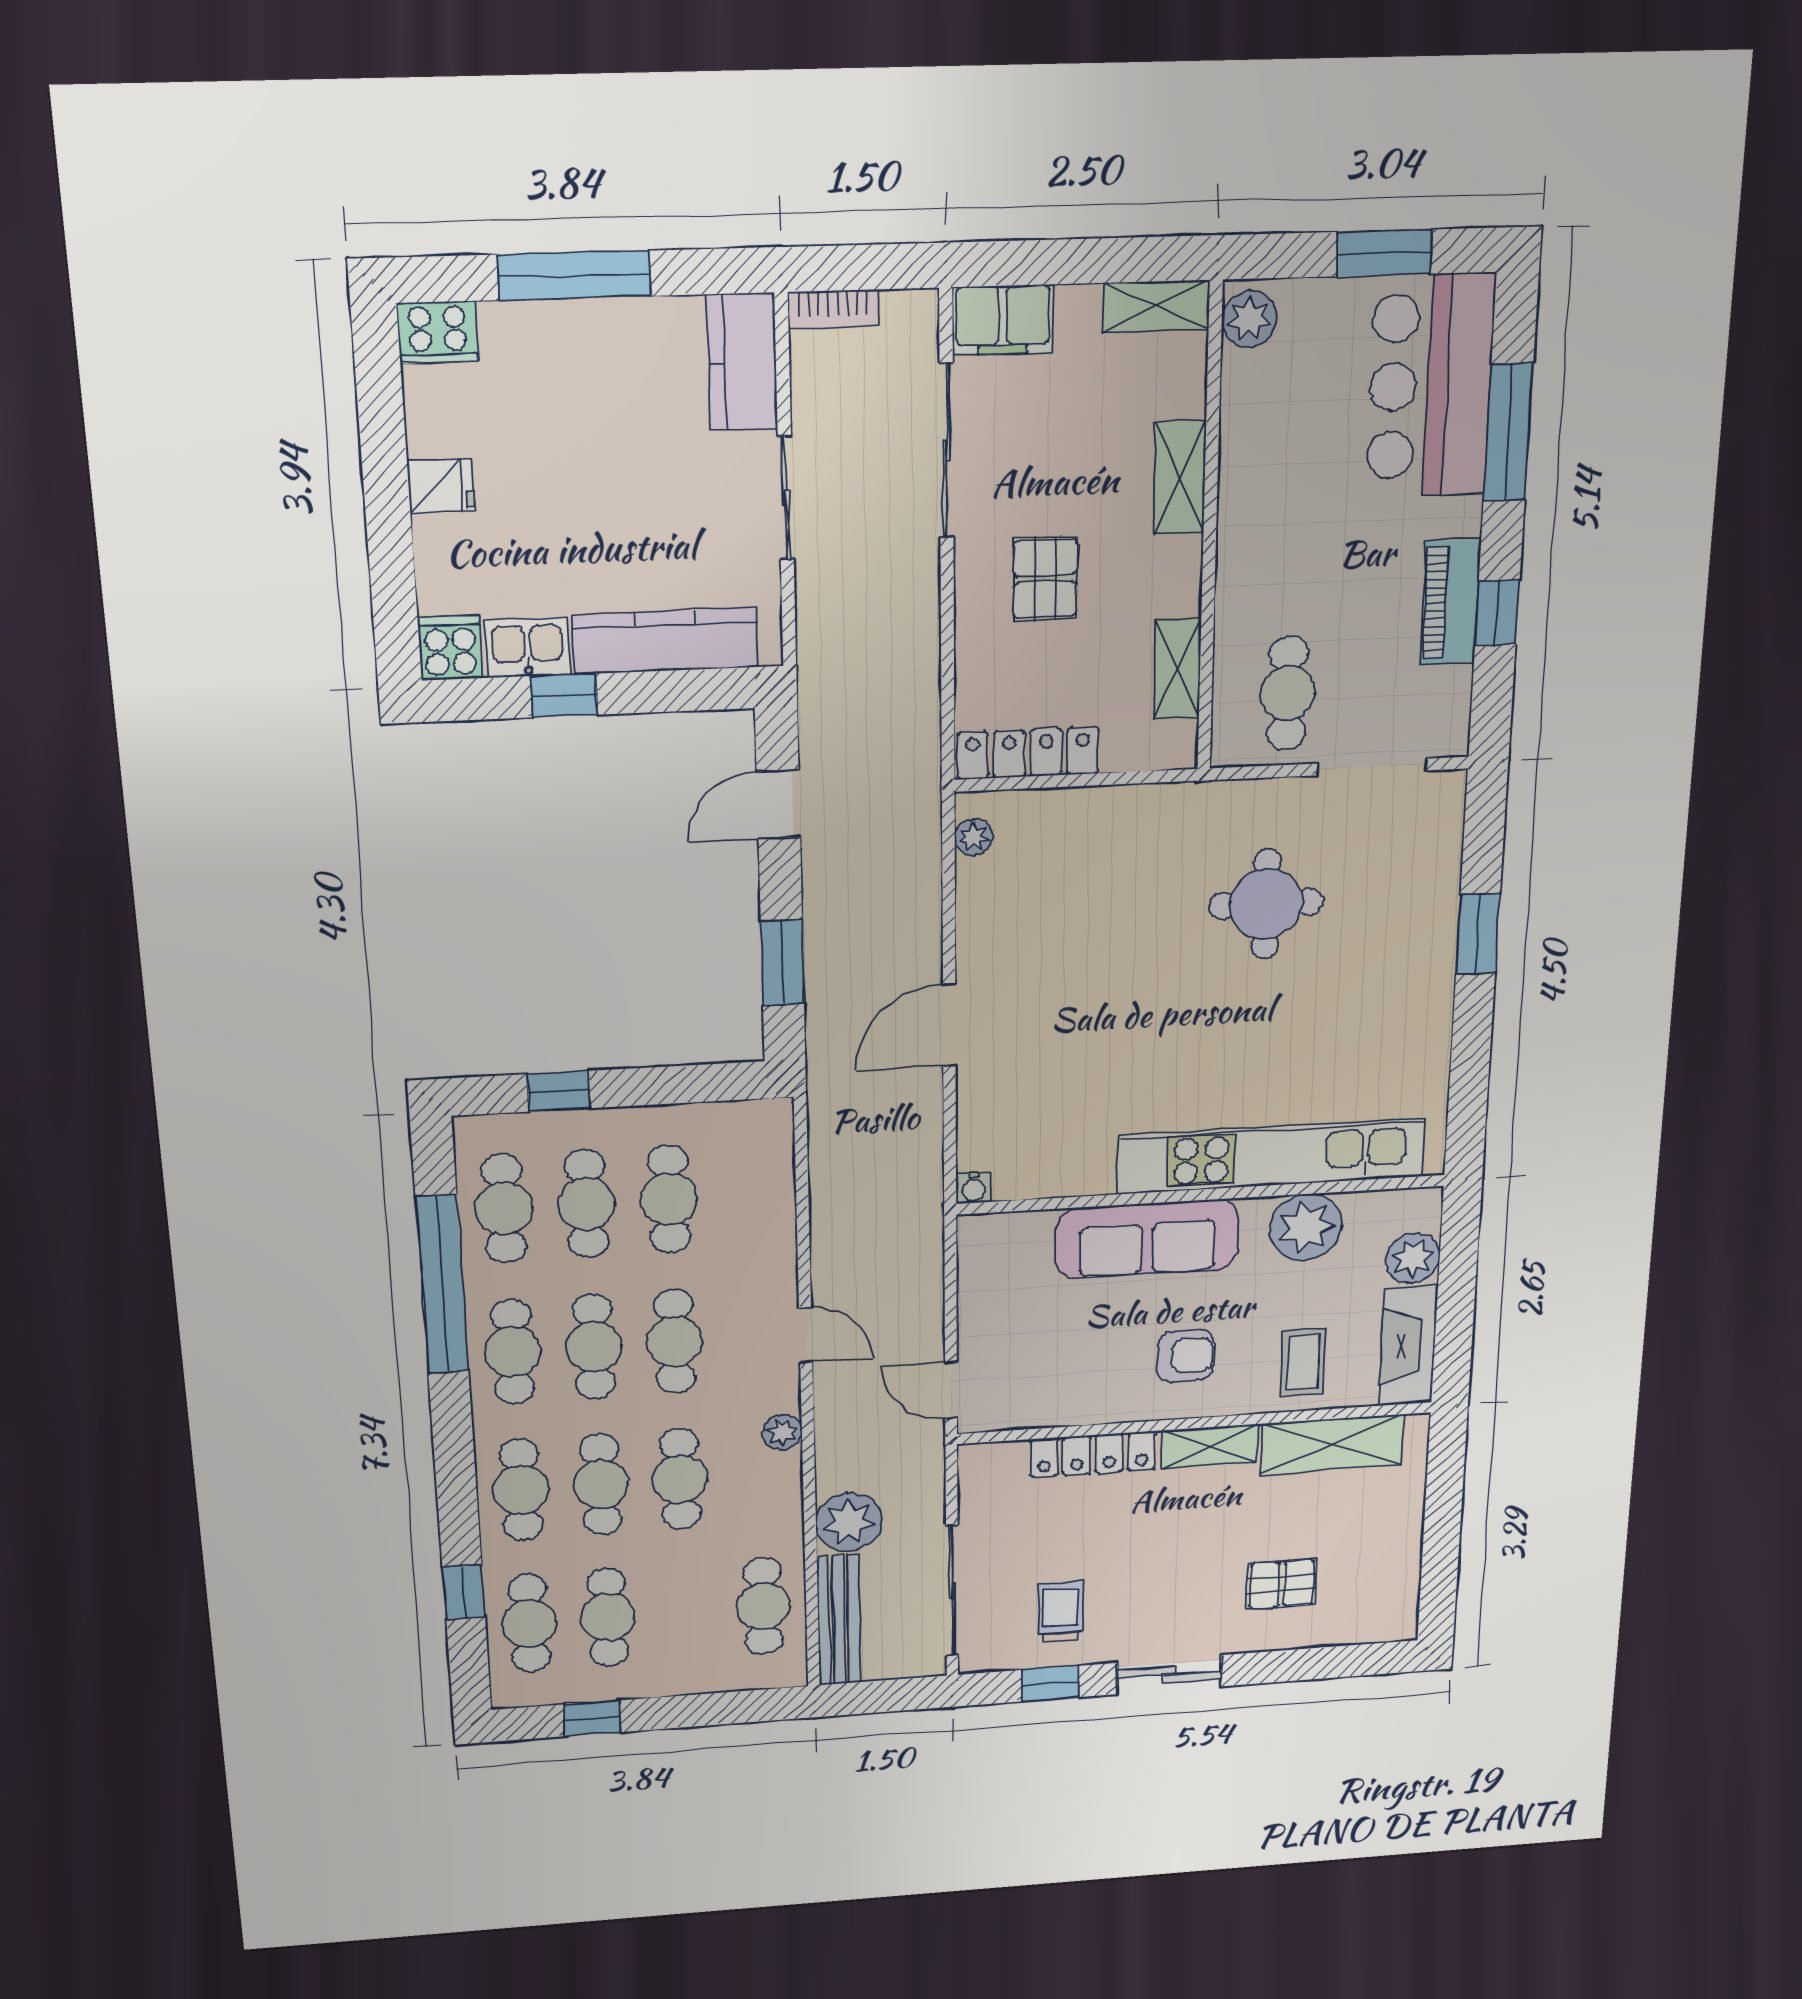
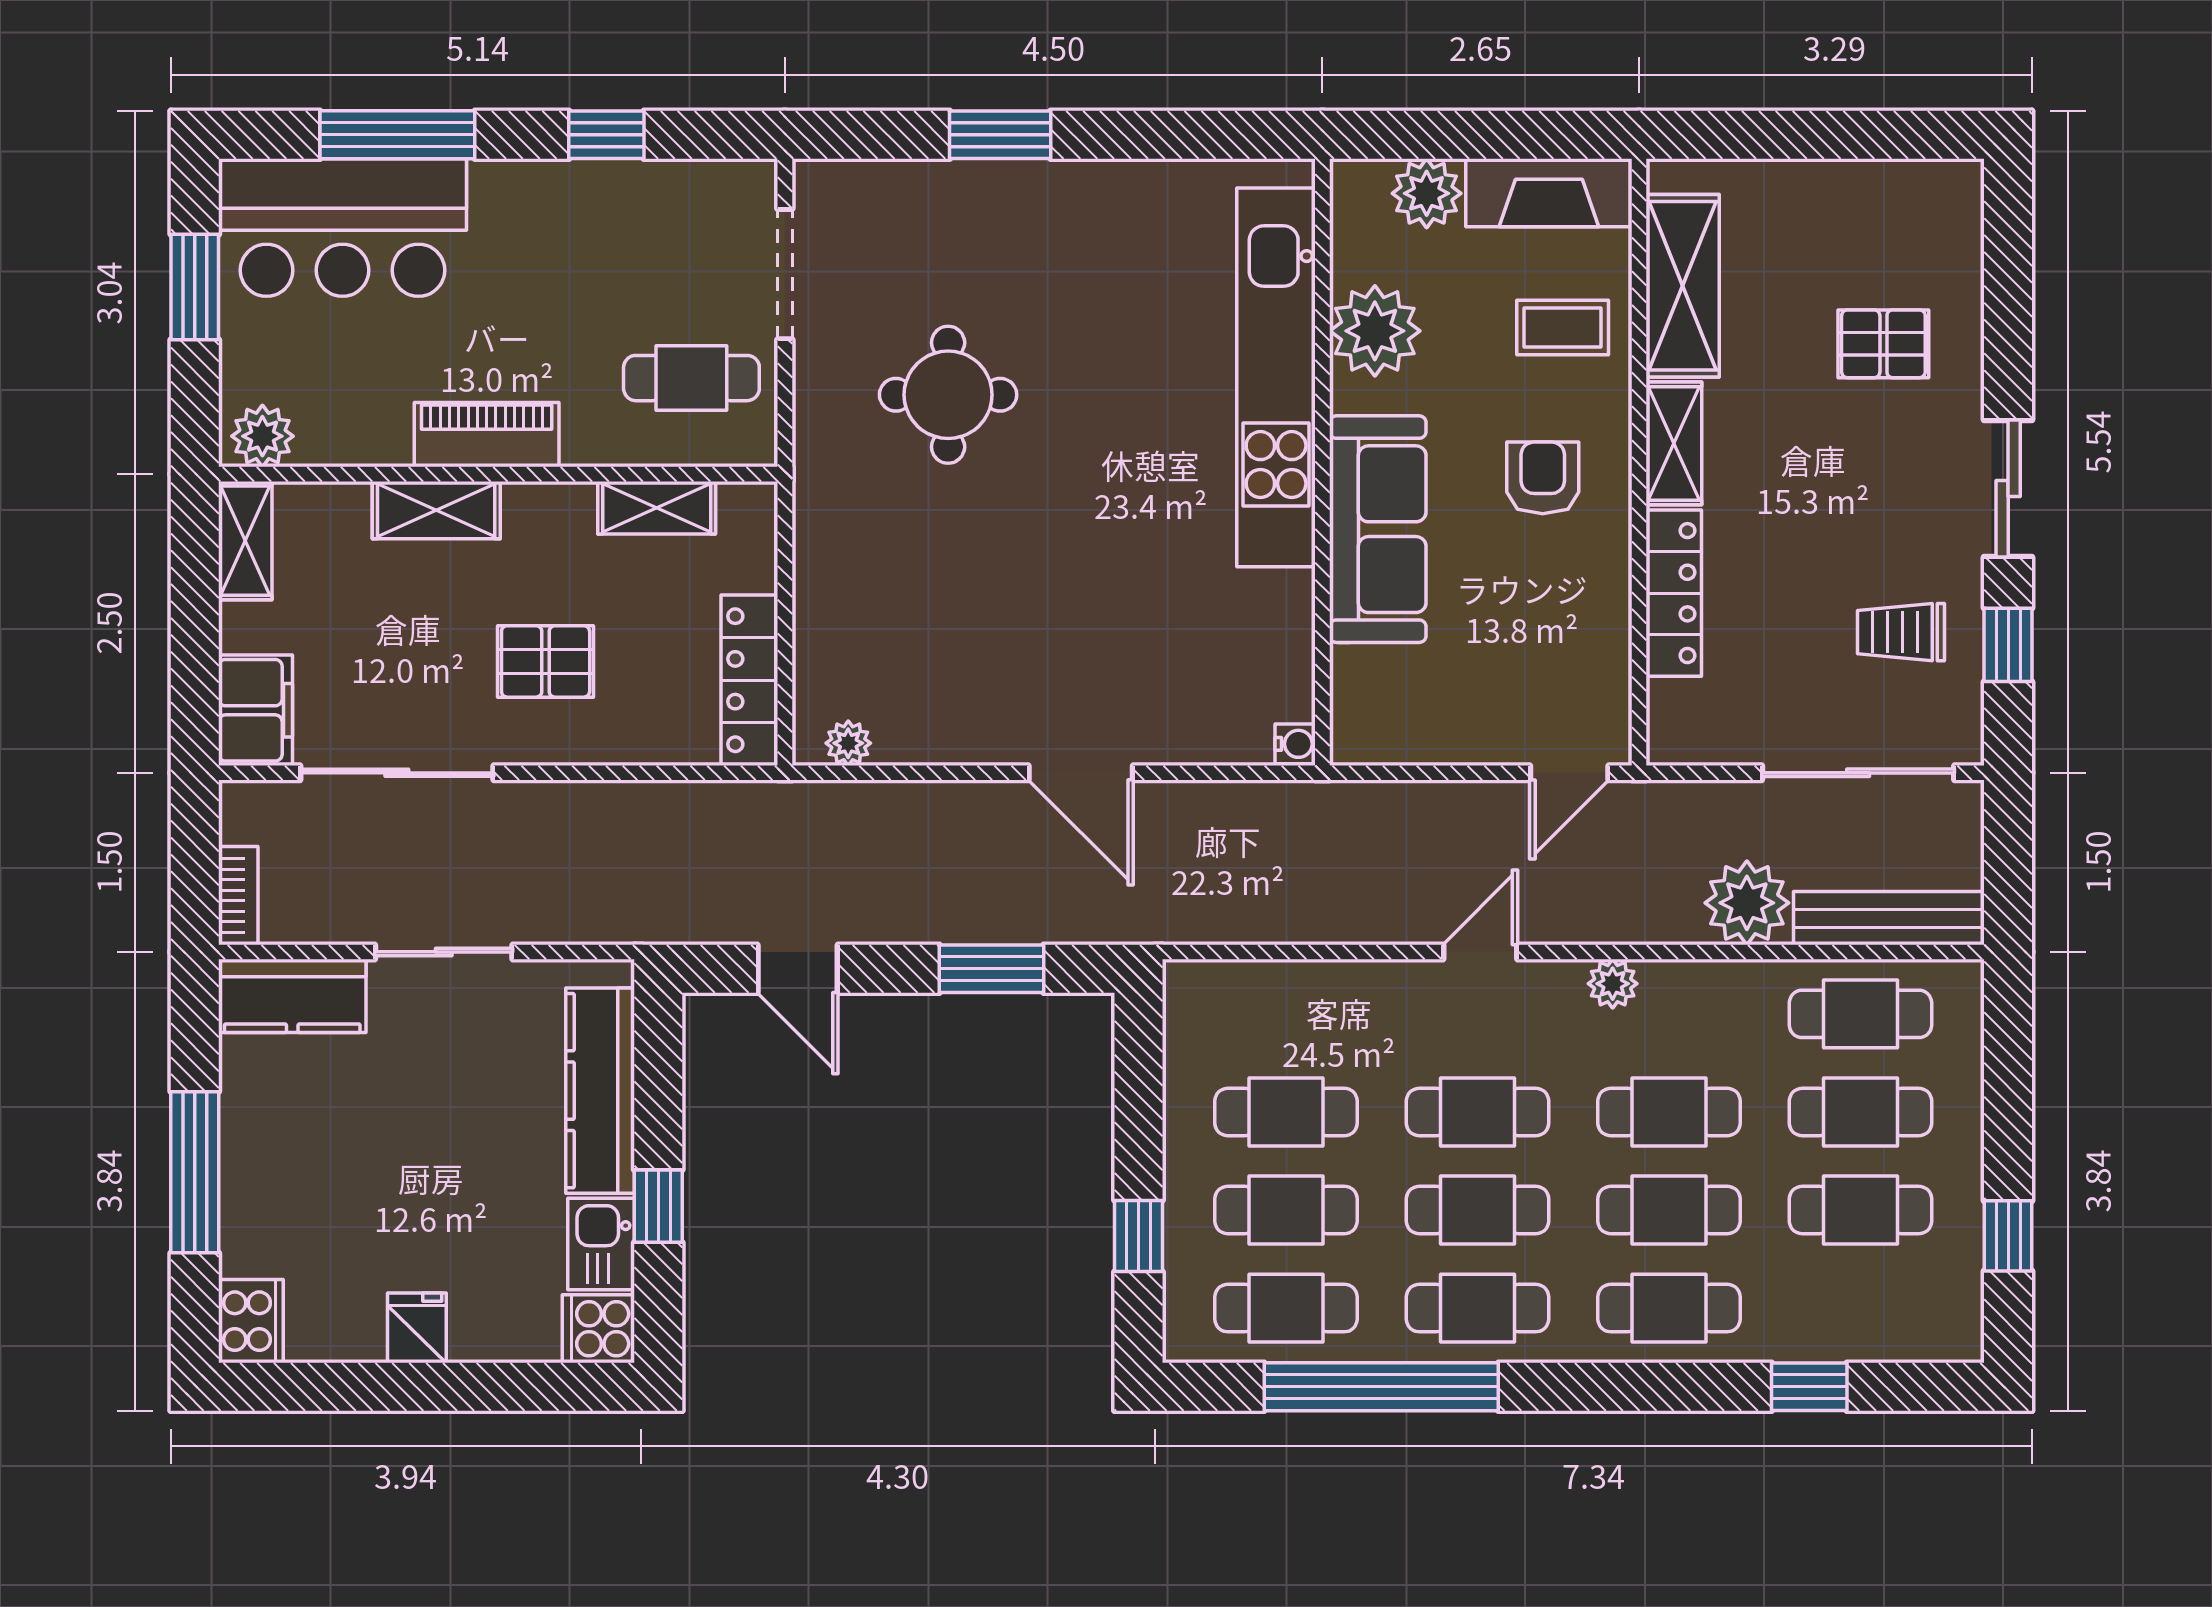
piano: (1450, 602) -> (487, 435), moved, turned 180
pallet: (1282, 1584) -> (1883, 344), turned 90
cafe table: (529, 1623) -> (1860, 1112), moved

